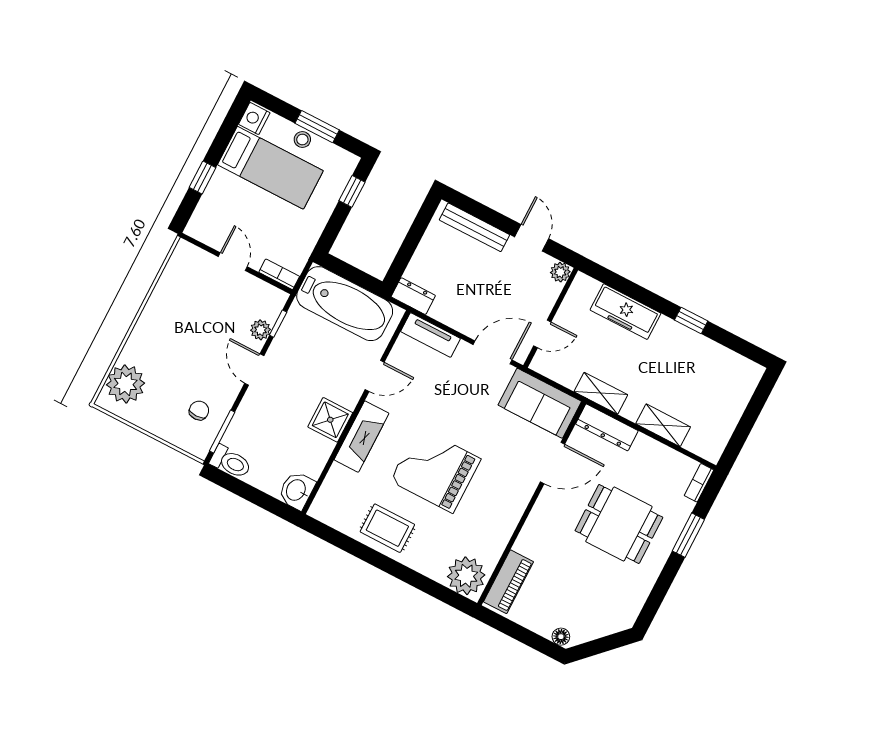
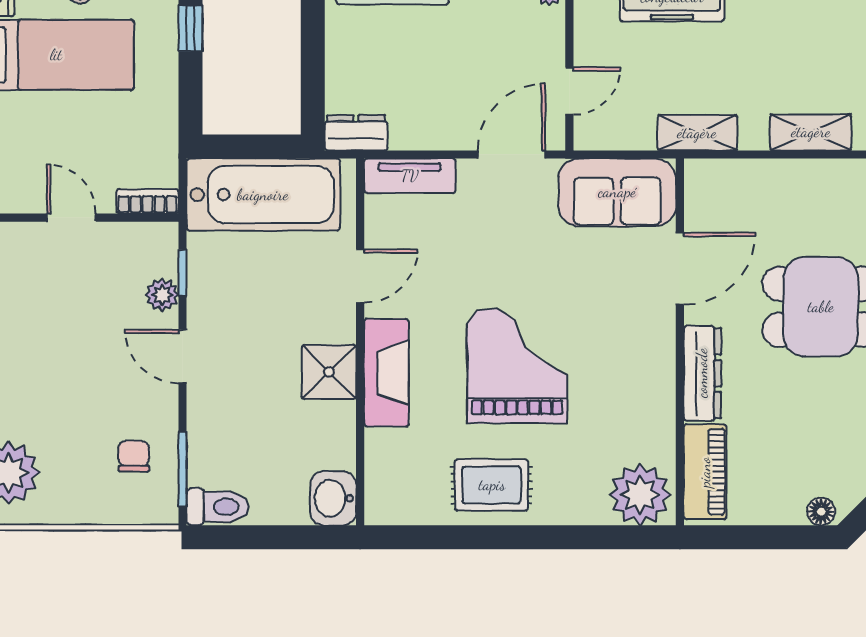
dresser: (607, 427) -> (702, 373), moved, turned -90
grand piano: (435, 470) -> (517, 366), turned 90

